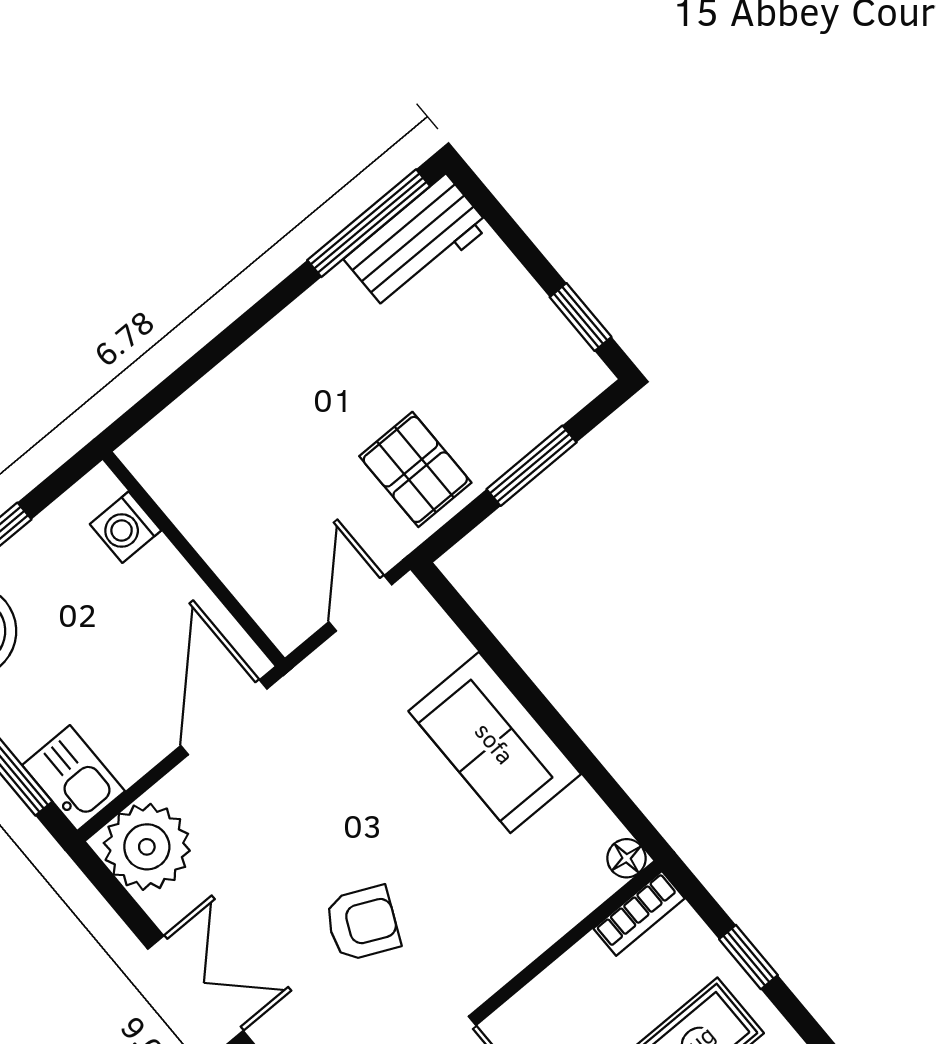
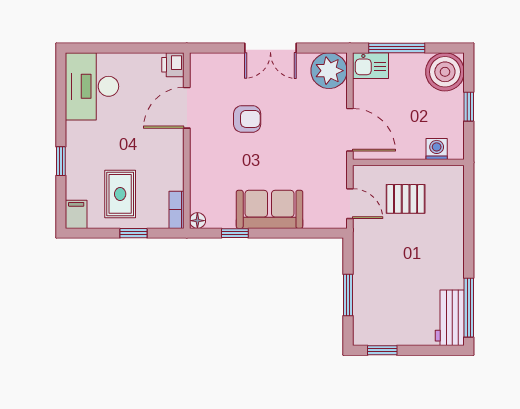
pallet: (415, 469) -> (406, 199), moved
window: (592, 770) -> (235, 233), added
armchair: (362, 923) -> (247, 119), turned -115

